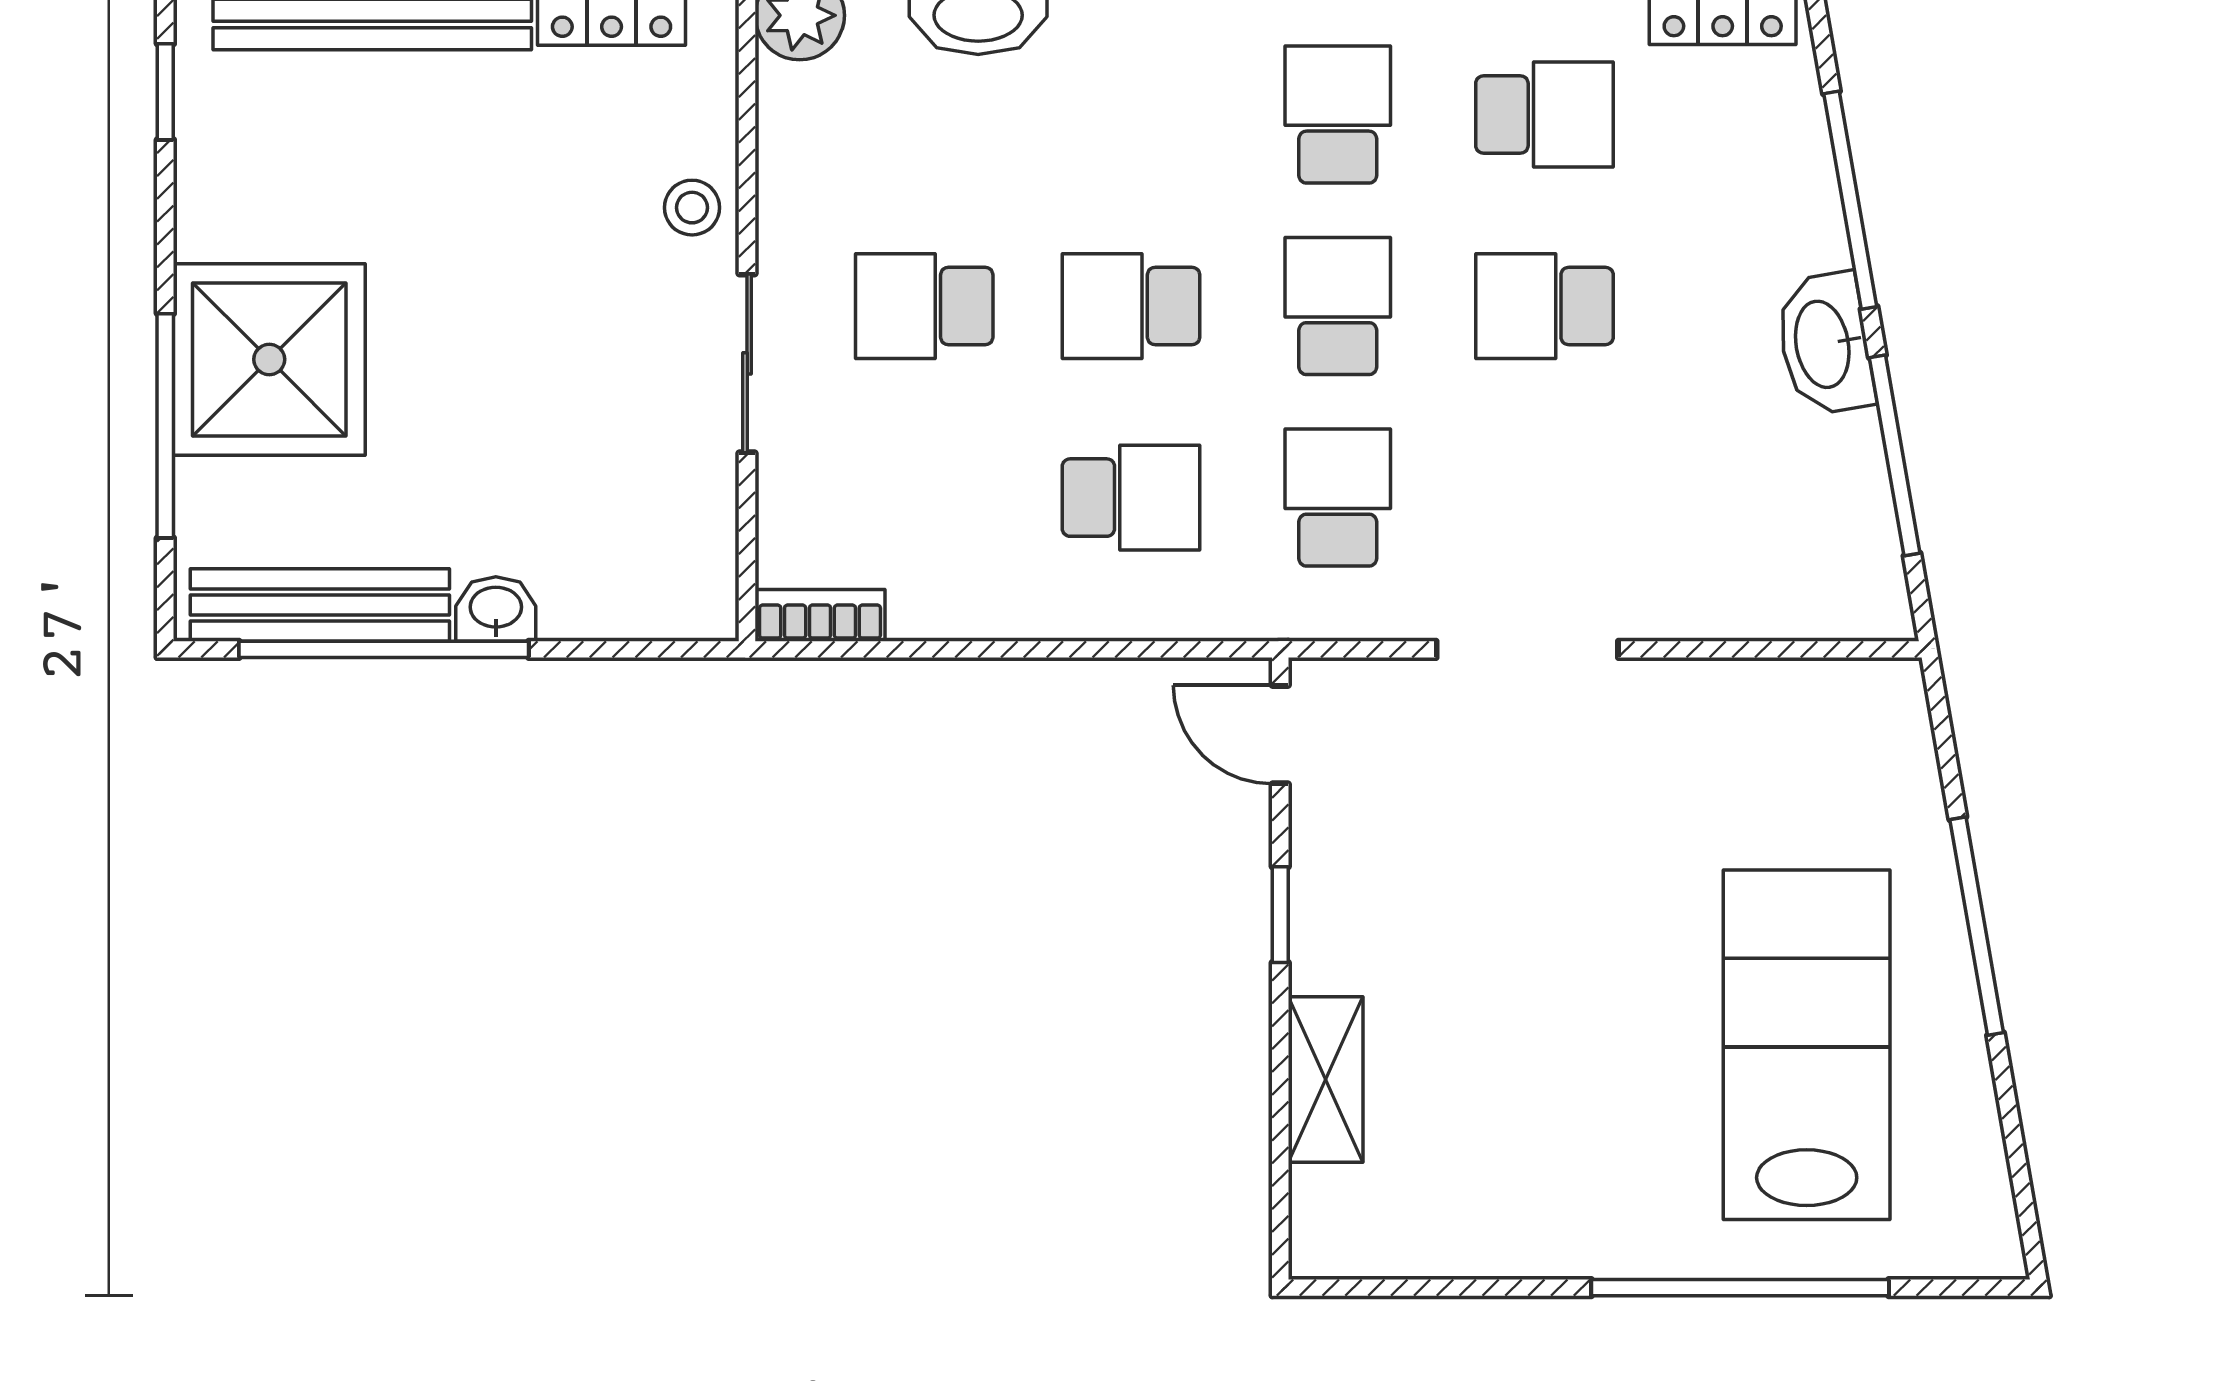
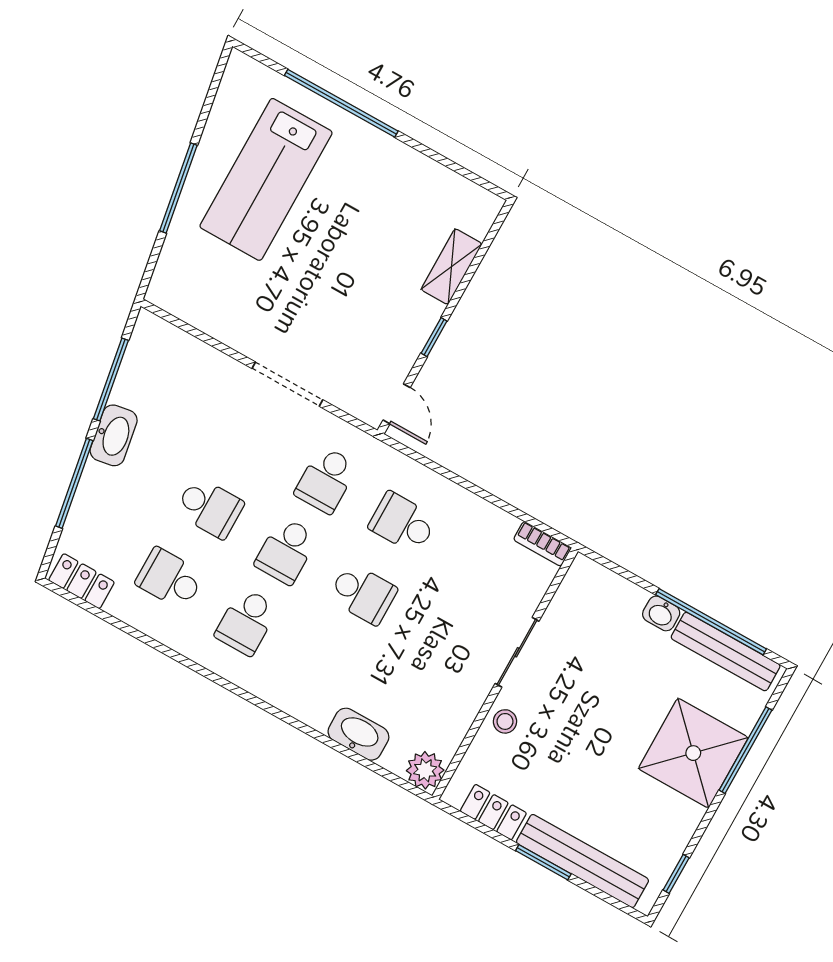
school desk: (924, 306) -> (439, 637), removed

